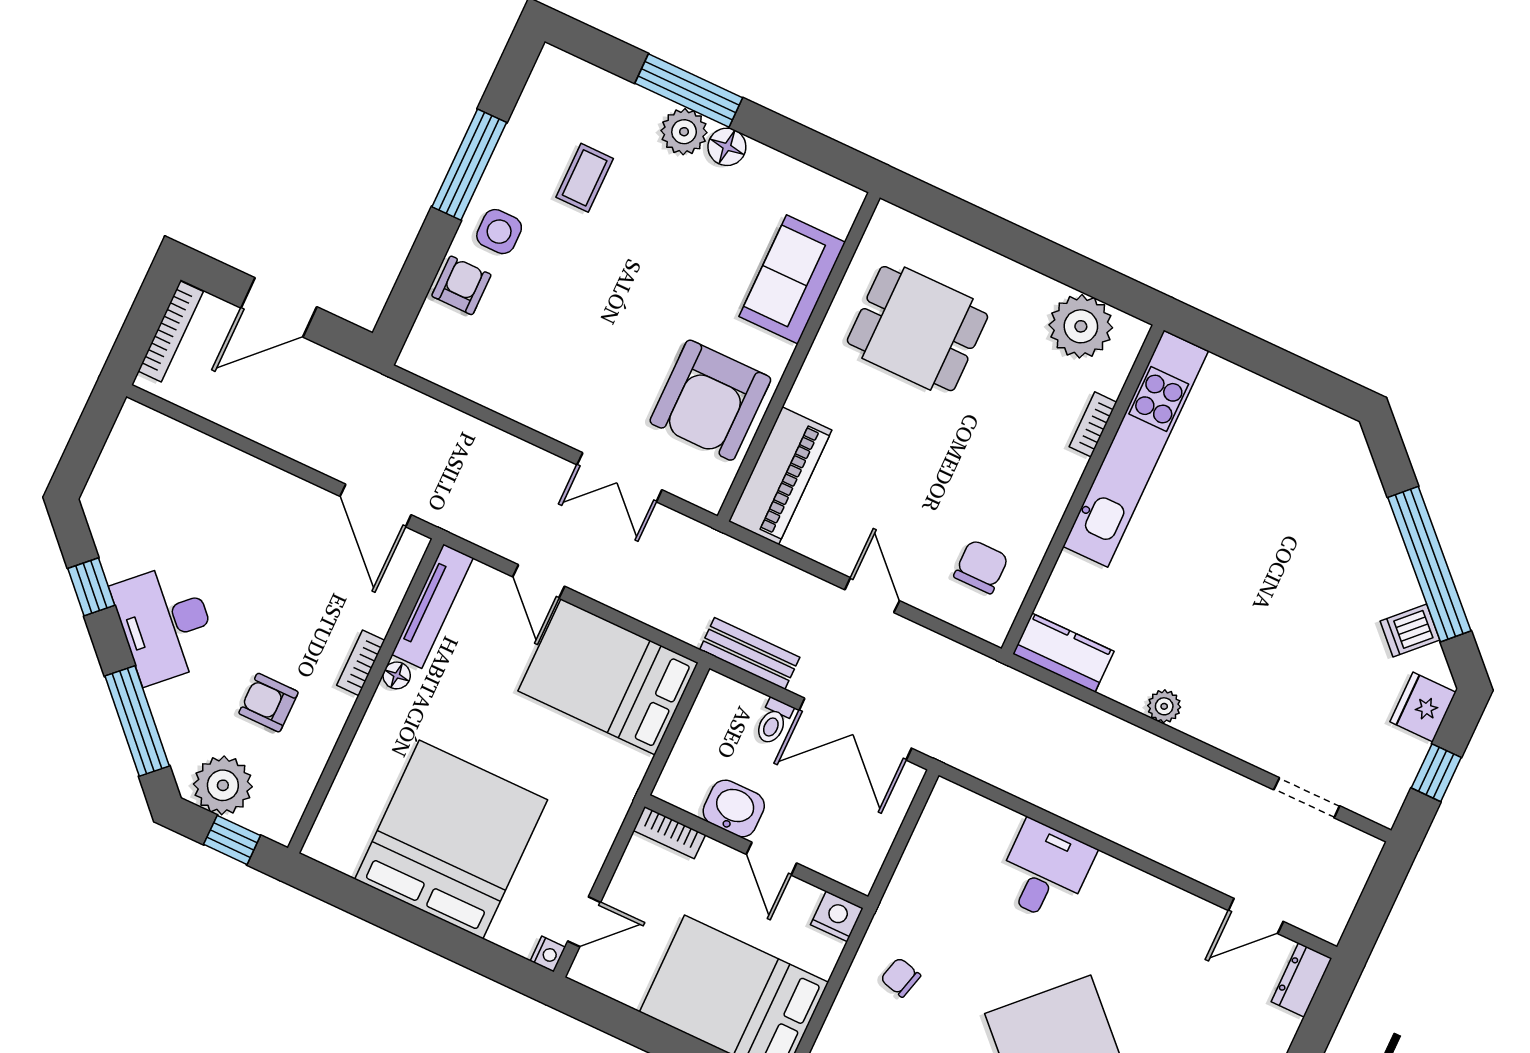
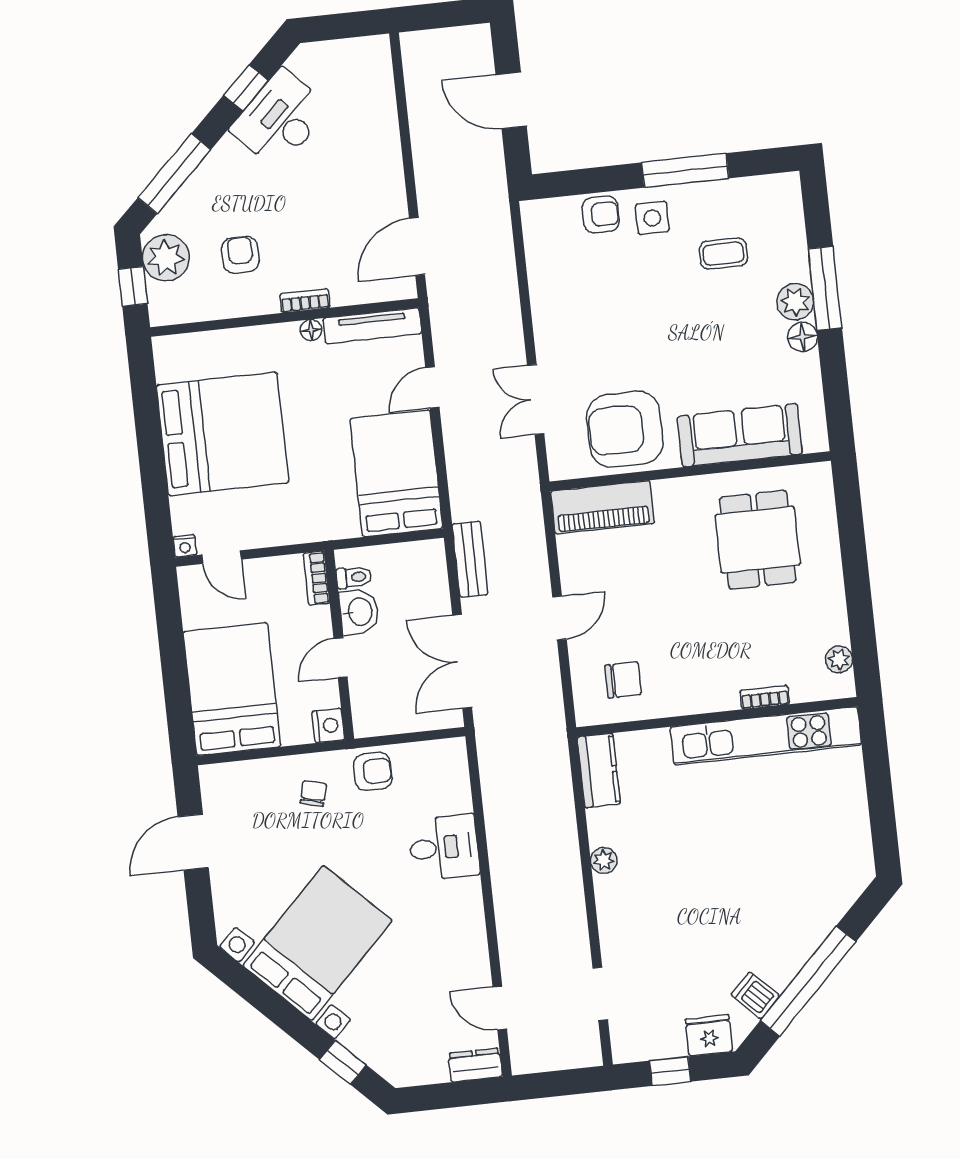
sofa: (792, 279) -> (740, 435), width x1.36
plant: (1081, 326) -> (839, 659), width x0.53, depth x0.53
bookcase: (171, 331) -> (451, 37), removed
desk: (165, 623) -> (280, 119), moved
toilet: (773, 722) -> (354, 577), moved, turned 180
armchair: (916, 898) -> (373, 771), added

